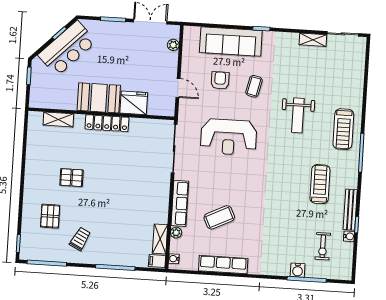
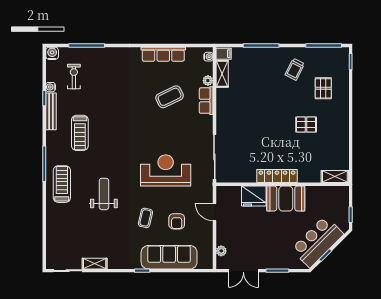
shelving: (58, 119) -> (335, 177), moved
row of seats: (180, 203) -> (206, 101), width x0.68
water cooler: (298, 270) -> (52, 53), moved

